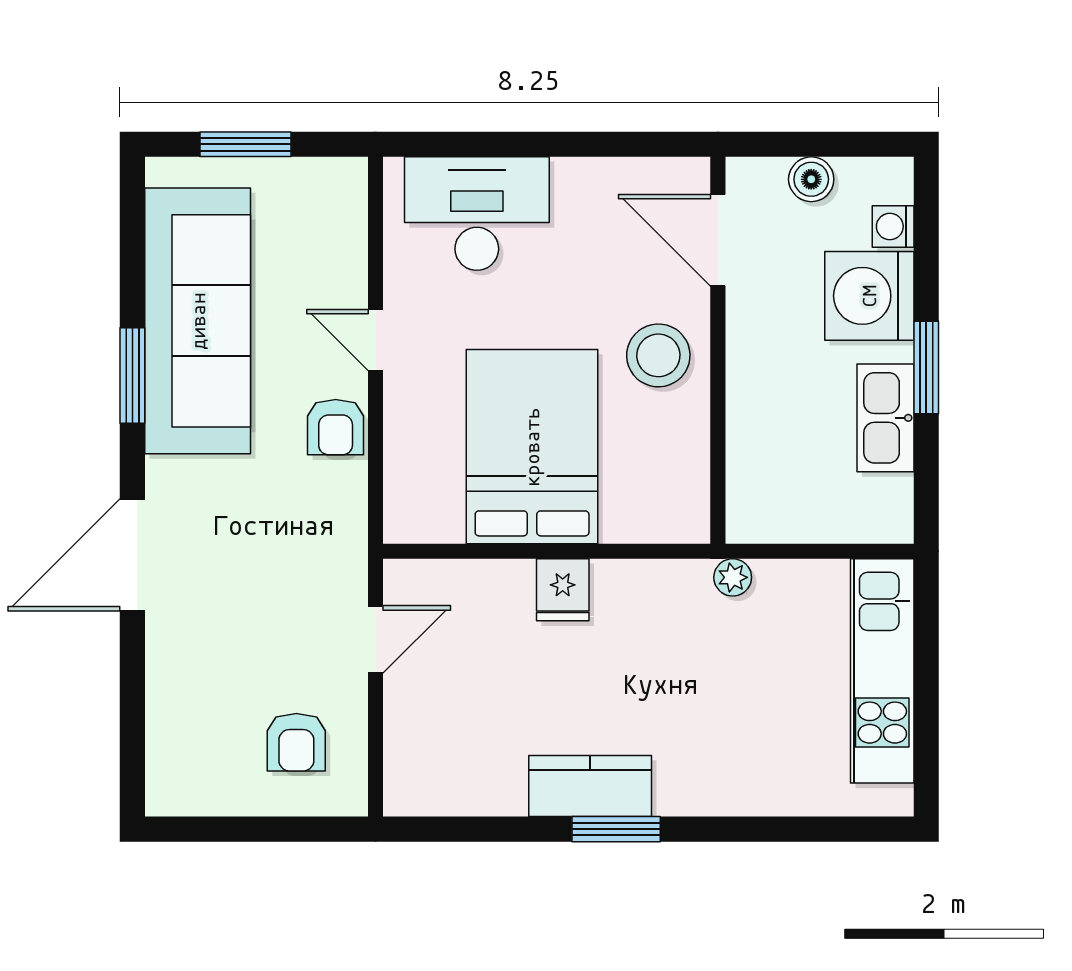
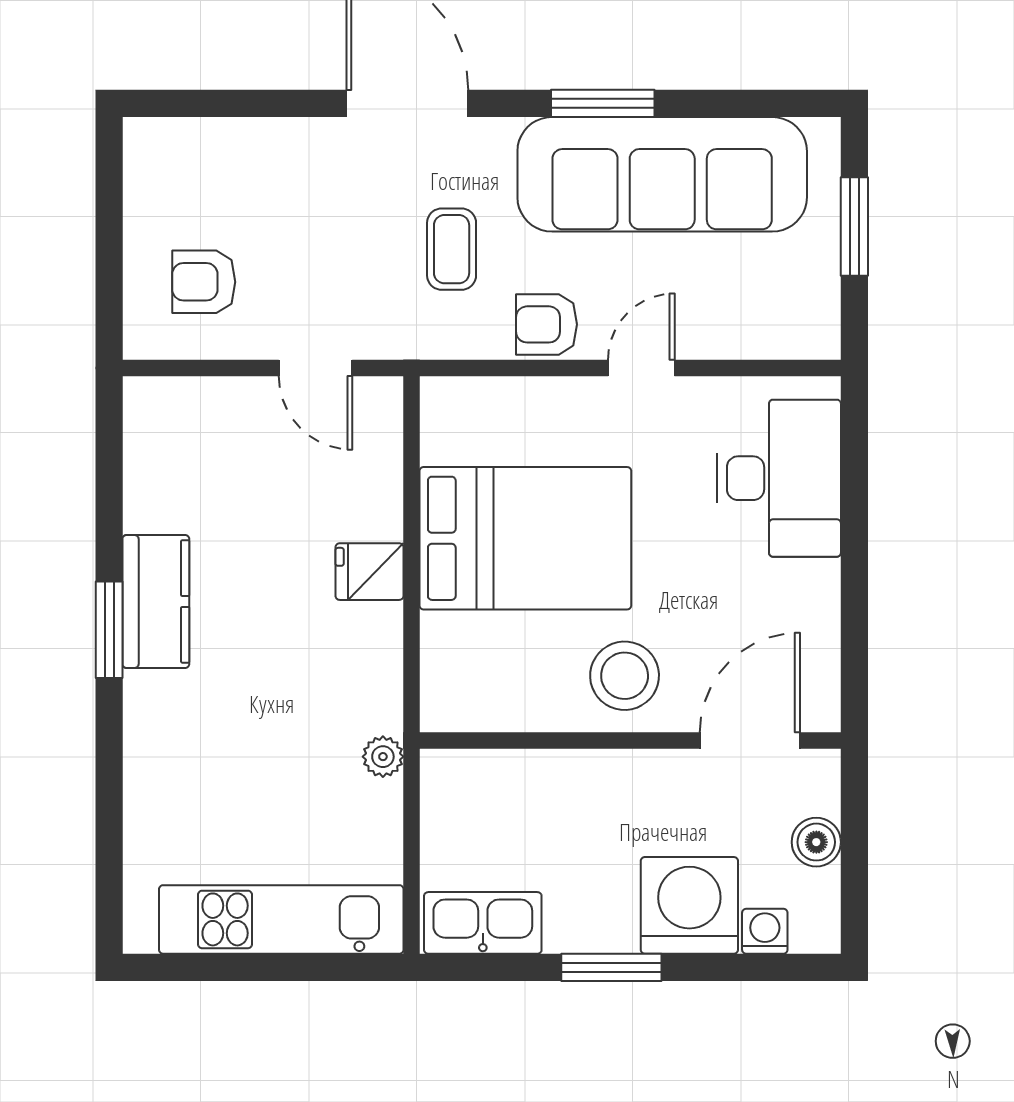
kitchen sink: (886, 418) -> (483, 923), moved
coffee table: (266, 514) -> (452, 249), added

